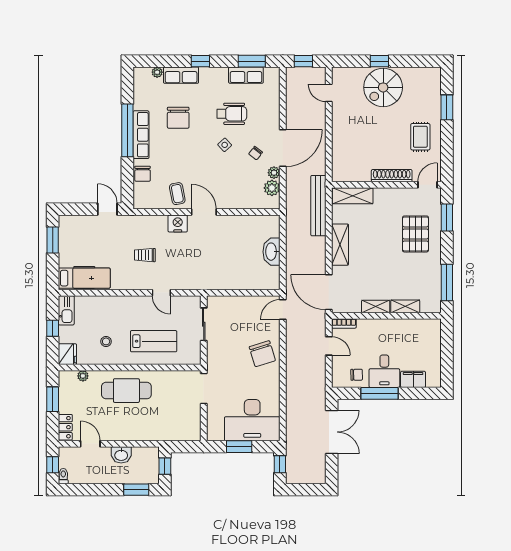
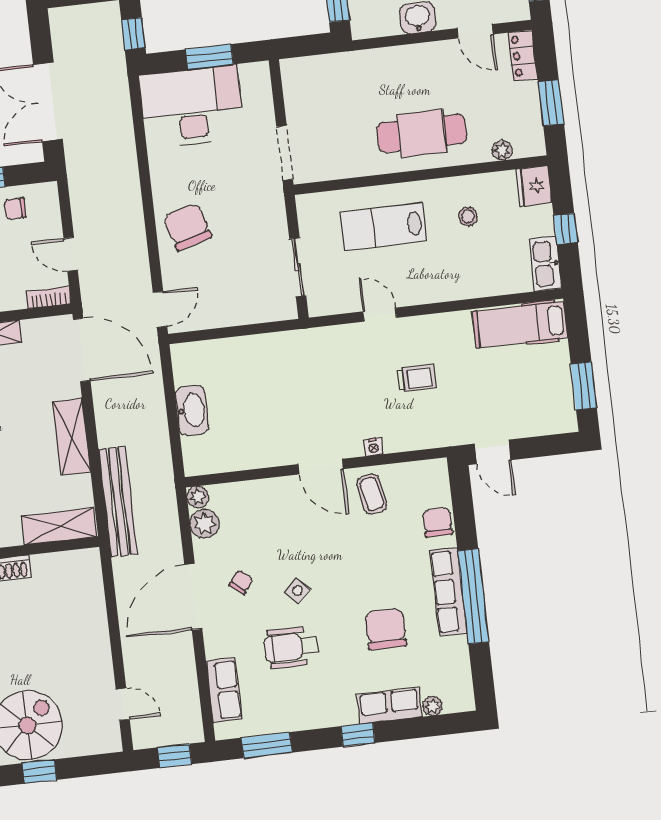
row of seats: (246, 75) -> (224, 690), moved, turned 90
plant: (274, 173) -> (198, 497), moved
nightstand: (178, 224) -> (374, 447), width x0.53, depth x0.56

